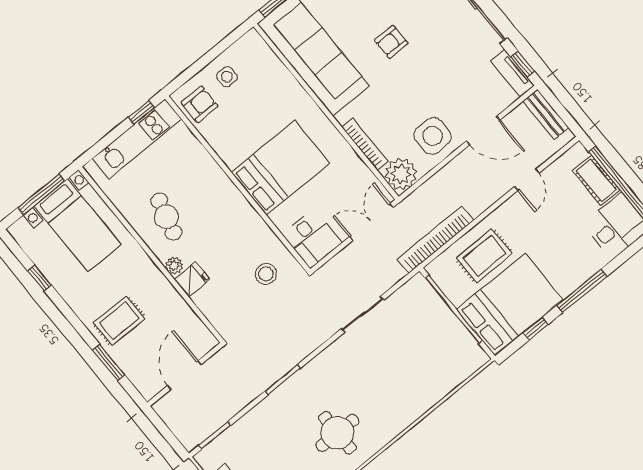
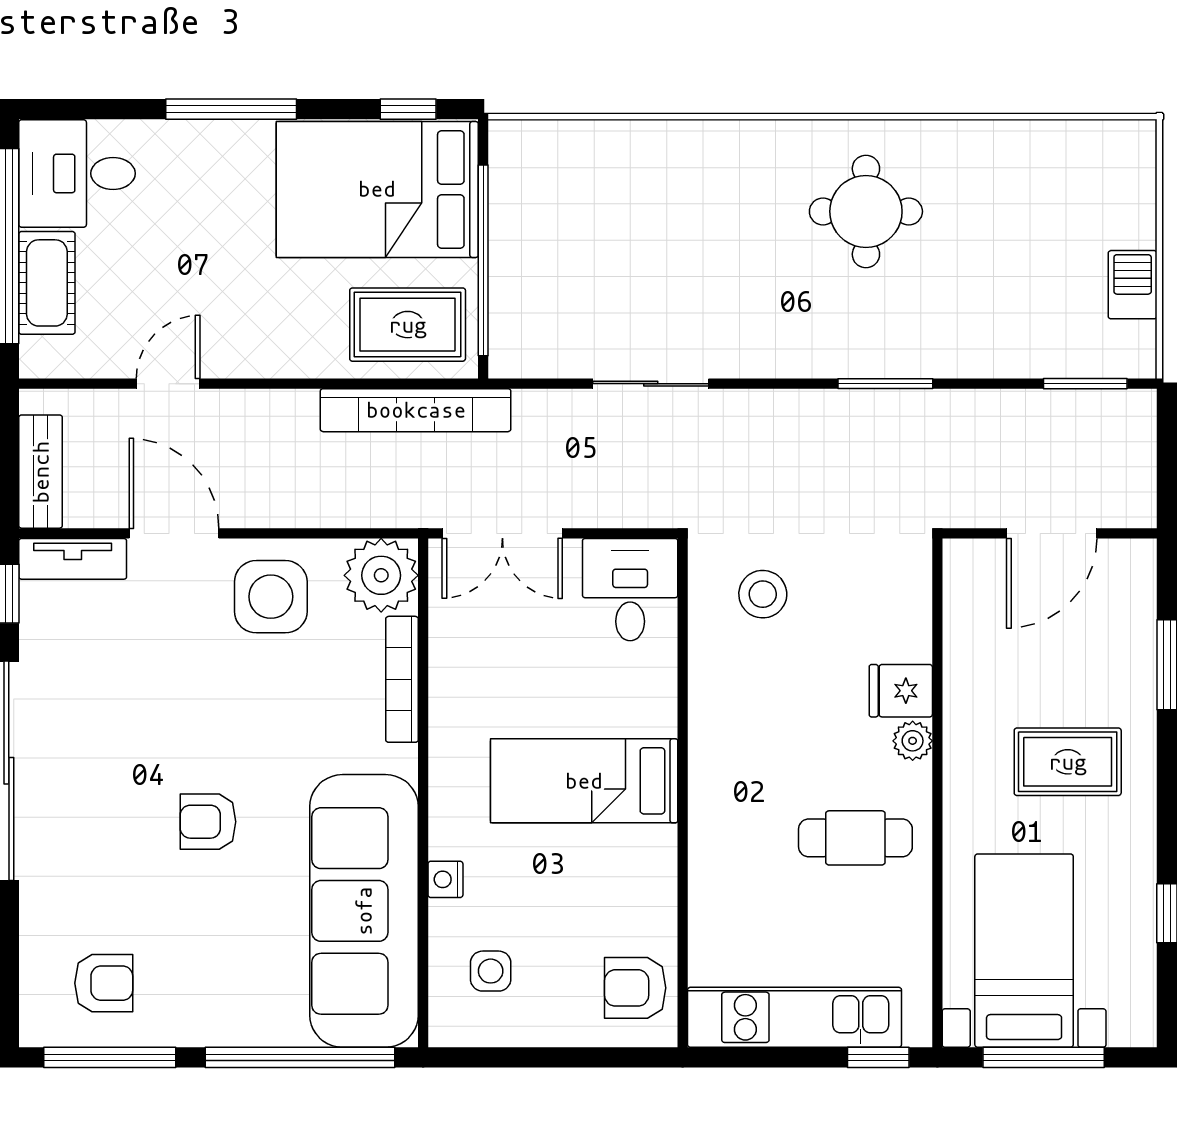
armchair: (391, 42) -> (208, 822), turned 180
tv unit: (513, 73) -> (73, 559), moved, turned 90
side table: (227, 77) -> (491, 971), moved
nightstand: (294, 88) -> (445, 879), added
window: (141, 112) -> (878, 1057), moved
bed: (280, 168) -> (584, 781), width x0.67
cafe table: (166, 217) -> (855, 838), turned 75
rug: (484, 256) -> (408, 325), moved
rug: (119, 321) -> (1068, 762), moved
window: (536, 329) -> (408, 109), moved

